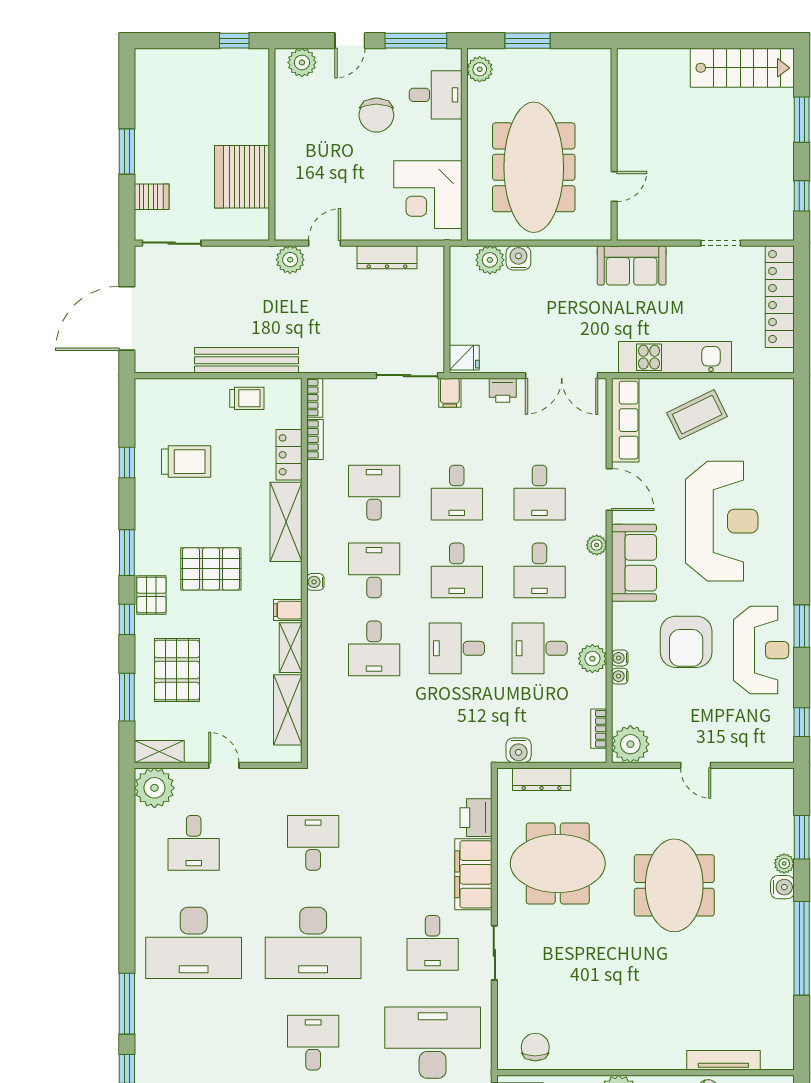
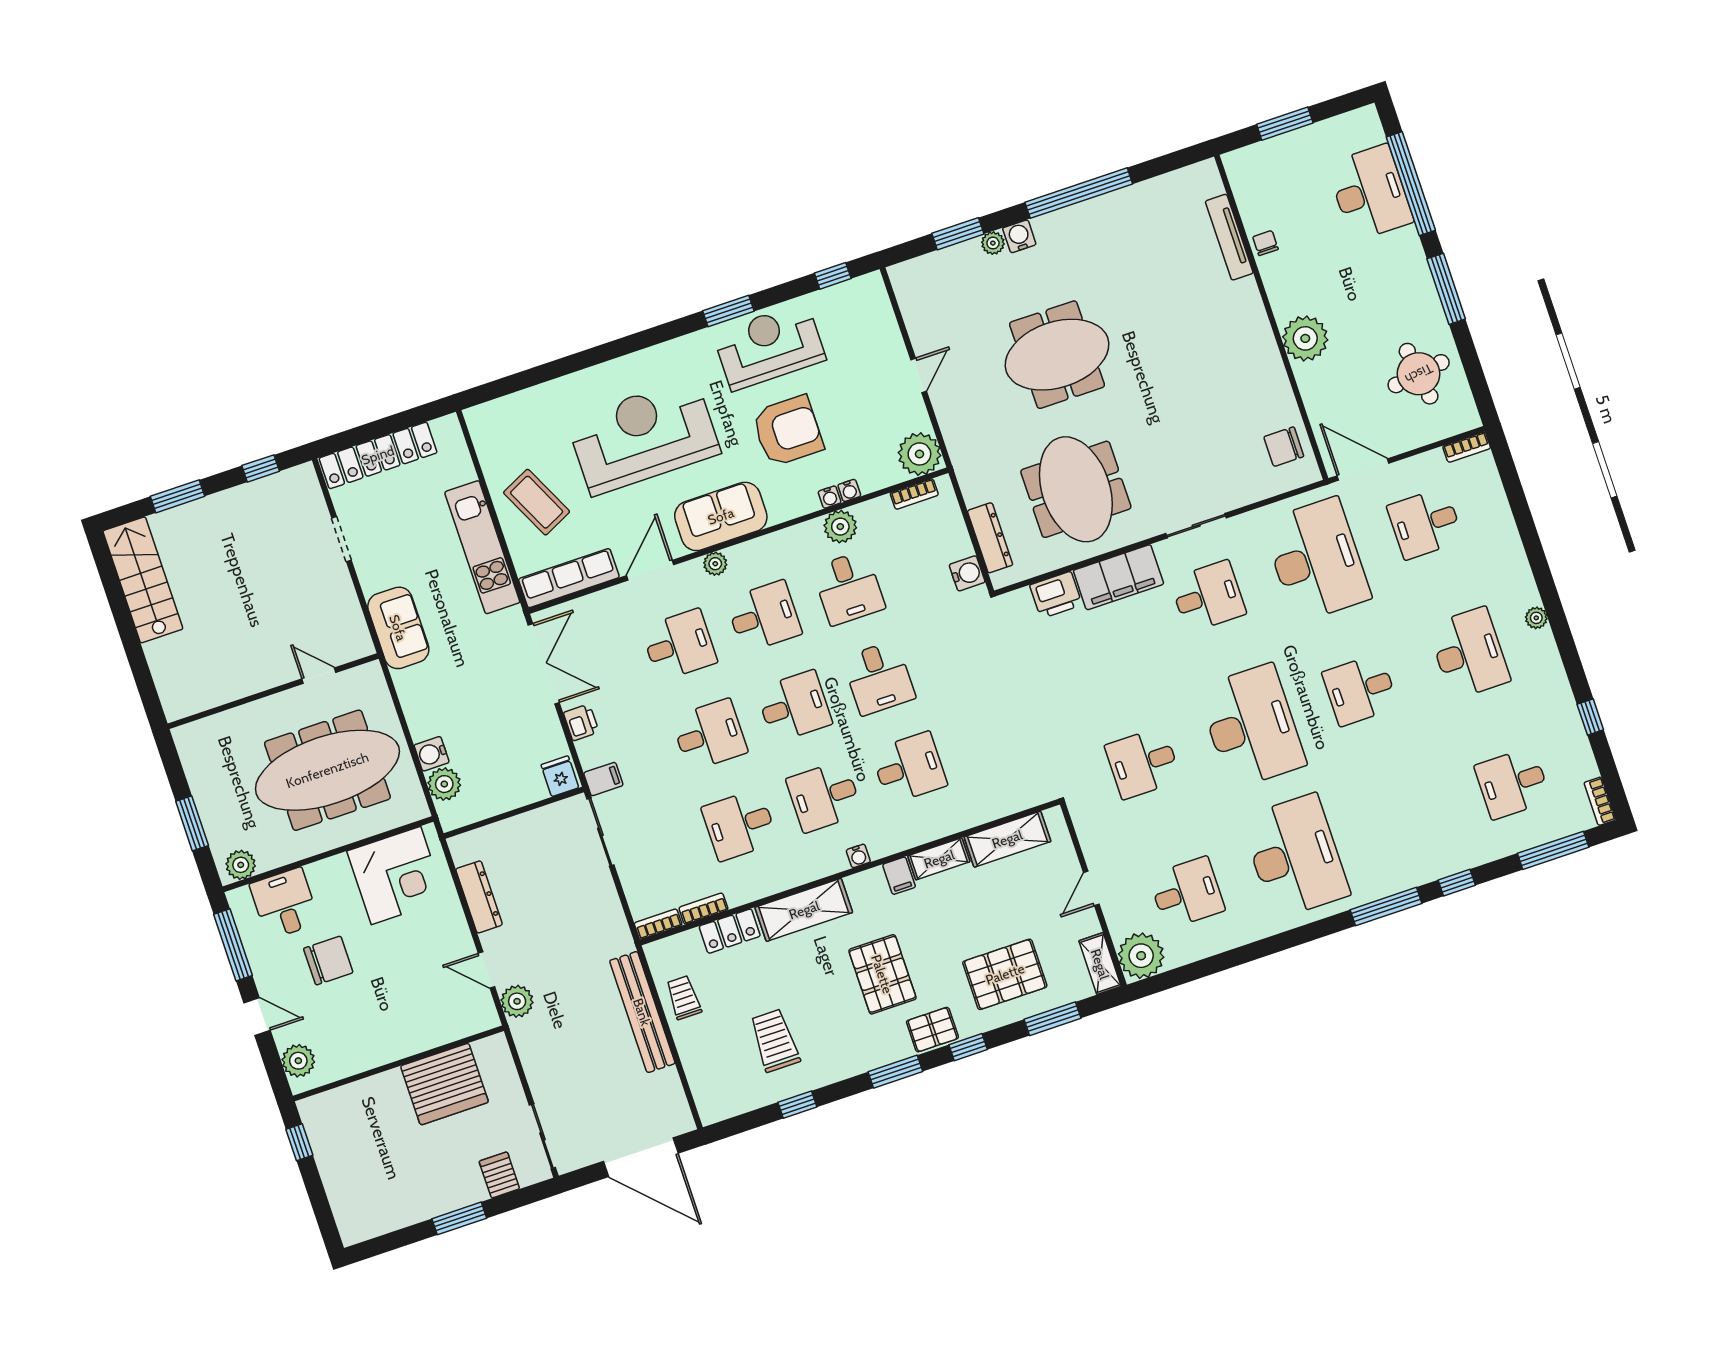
desk: (433, 1043) -> (1317, 560), turned 180

